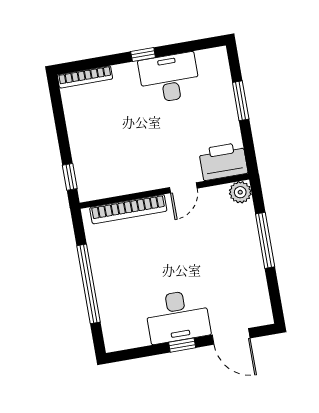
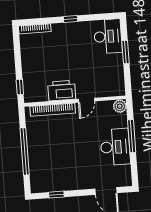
desk: (169, 78) -> (108, 36), moved, turned 90
printer: (223, 161) -> (62, 91), moved
desk: (177, 316) -> (115, 147), moved, turned -90
window: (182, 345) -> (56, 195), moved

